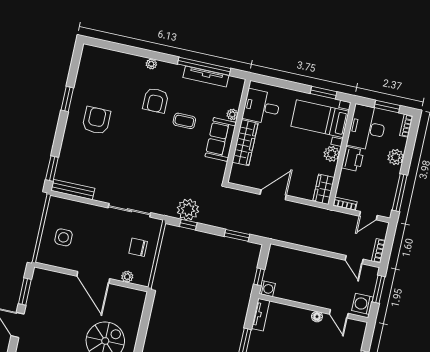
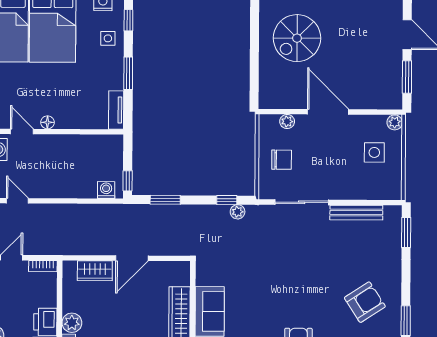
armchair: (96, 120) -> (365, 302), turned -123
coffee table: (184, 121) -> (258, 324), removed
bench: (73, 189) -> (356, 213), moved
wardrobe: (324, 189) -> (95, 271), moved, turned 90
plant: (188, 210) -> (238, 212), width x0.53, depth x0.53
plant: (42, 258) -> (395, 122), added
window: (259, 277) -> (128, 181), moved
washing machine: (267, 289) -> (106, 190), moved, turned 90

